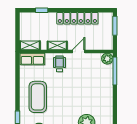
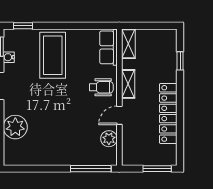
door: (79, 52) -> (119, 115), swing flipped
plant: (107, 59) -> (109, 139), moved
coffee table: (38, 97) -> (53, 55), turned 90

